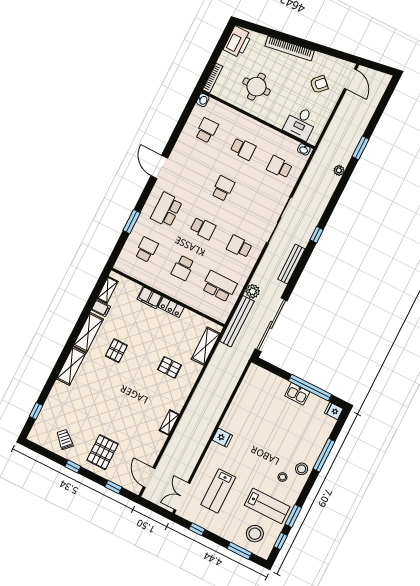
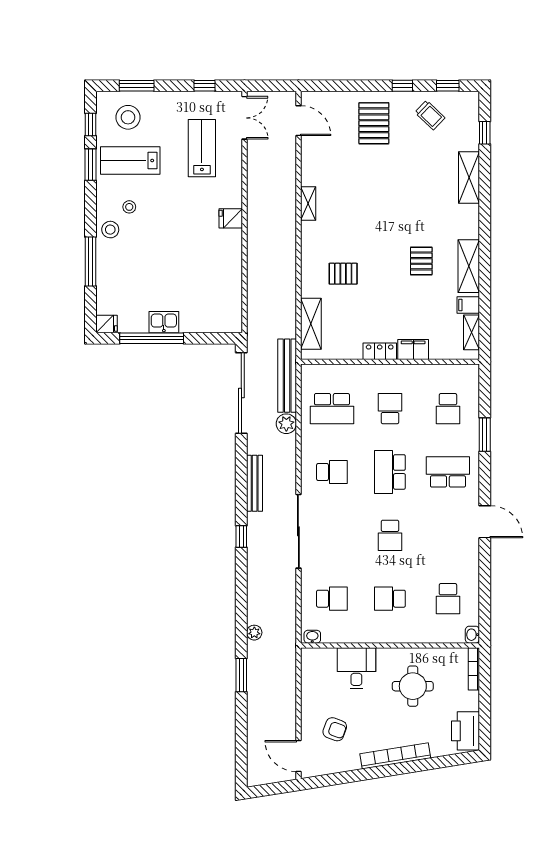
armchair: (319, 84) -> (335, 729), turned -114
desk: (301, 123) -> (356, 668), moved
school desk: (167, 210) -> (448, 472), turned -90
school desk: (203, 228) -> (390, 472), width x1.85
shelving: (71, 366) -> (469, 178), moved
window: (113, 487) -> (448, 86), moved

